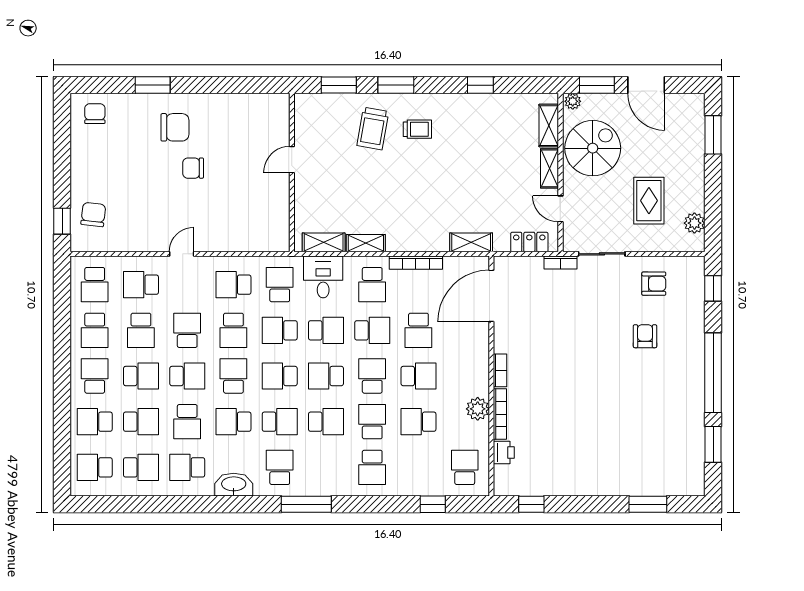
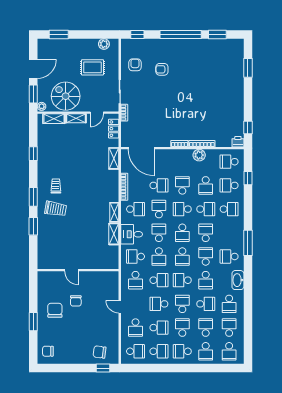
door: (292, 160) -> (71, 270), moved
wall: (292, 173) -> (78, 270), moved
school desk: (372, 422) -> (206, 209), turned 180
printer: (504, 453) -> (238, 142), moved
school desk: (418, 467) -> (229, 185), added

